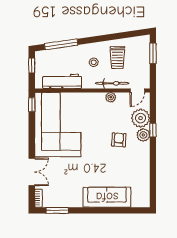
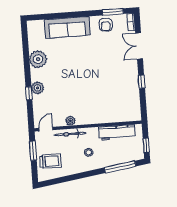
window: (153, 53) -> (33, 151), moved
trolley: (117, 58) -> (50, 161), moved, turned 90
window: (32, 105) -> (142, 82), moved
plant: (141, 118) -> (38, 59), moved
corner sofa: (58, 125) -> (118, 92), removed
armchair: (119, 140) -> (106, 25), moved

